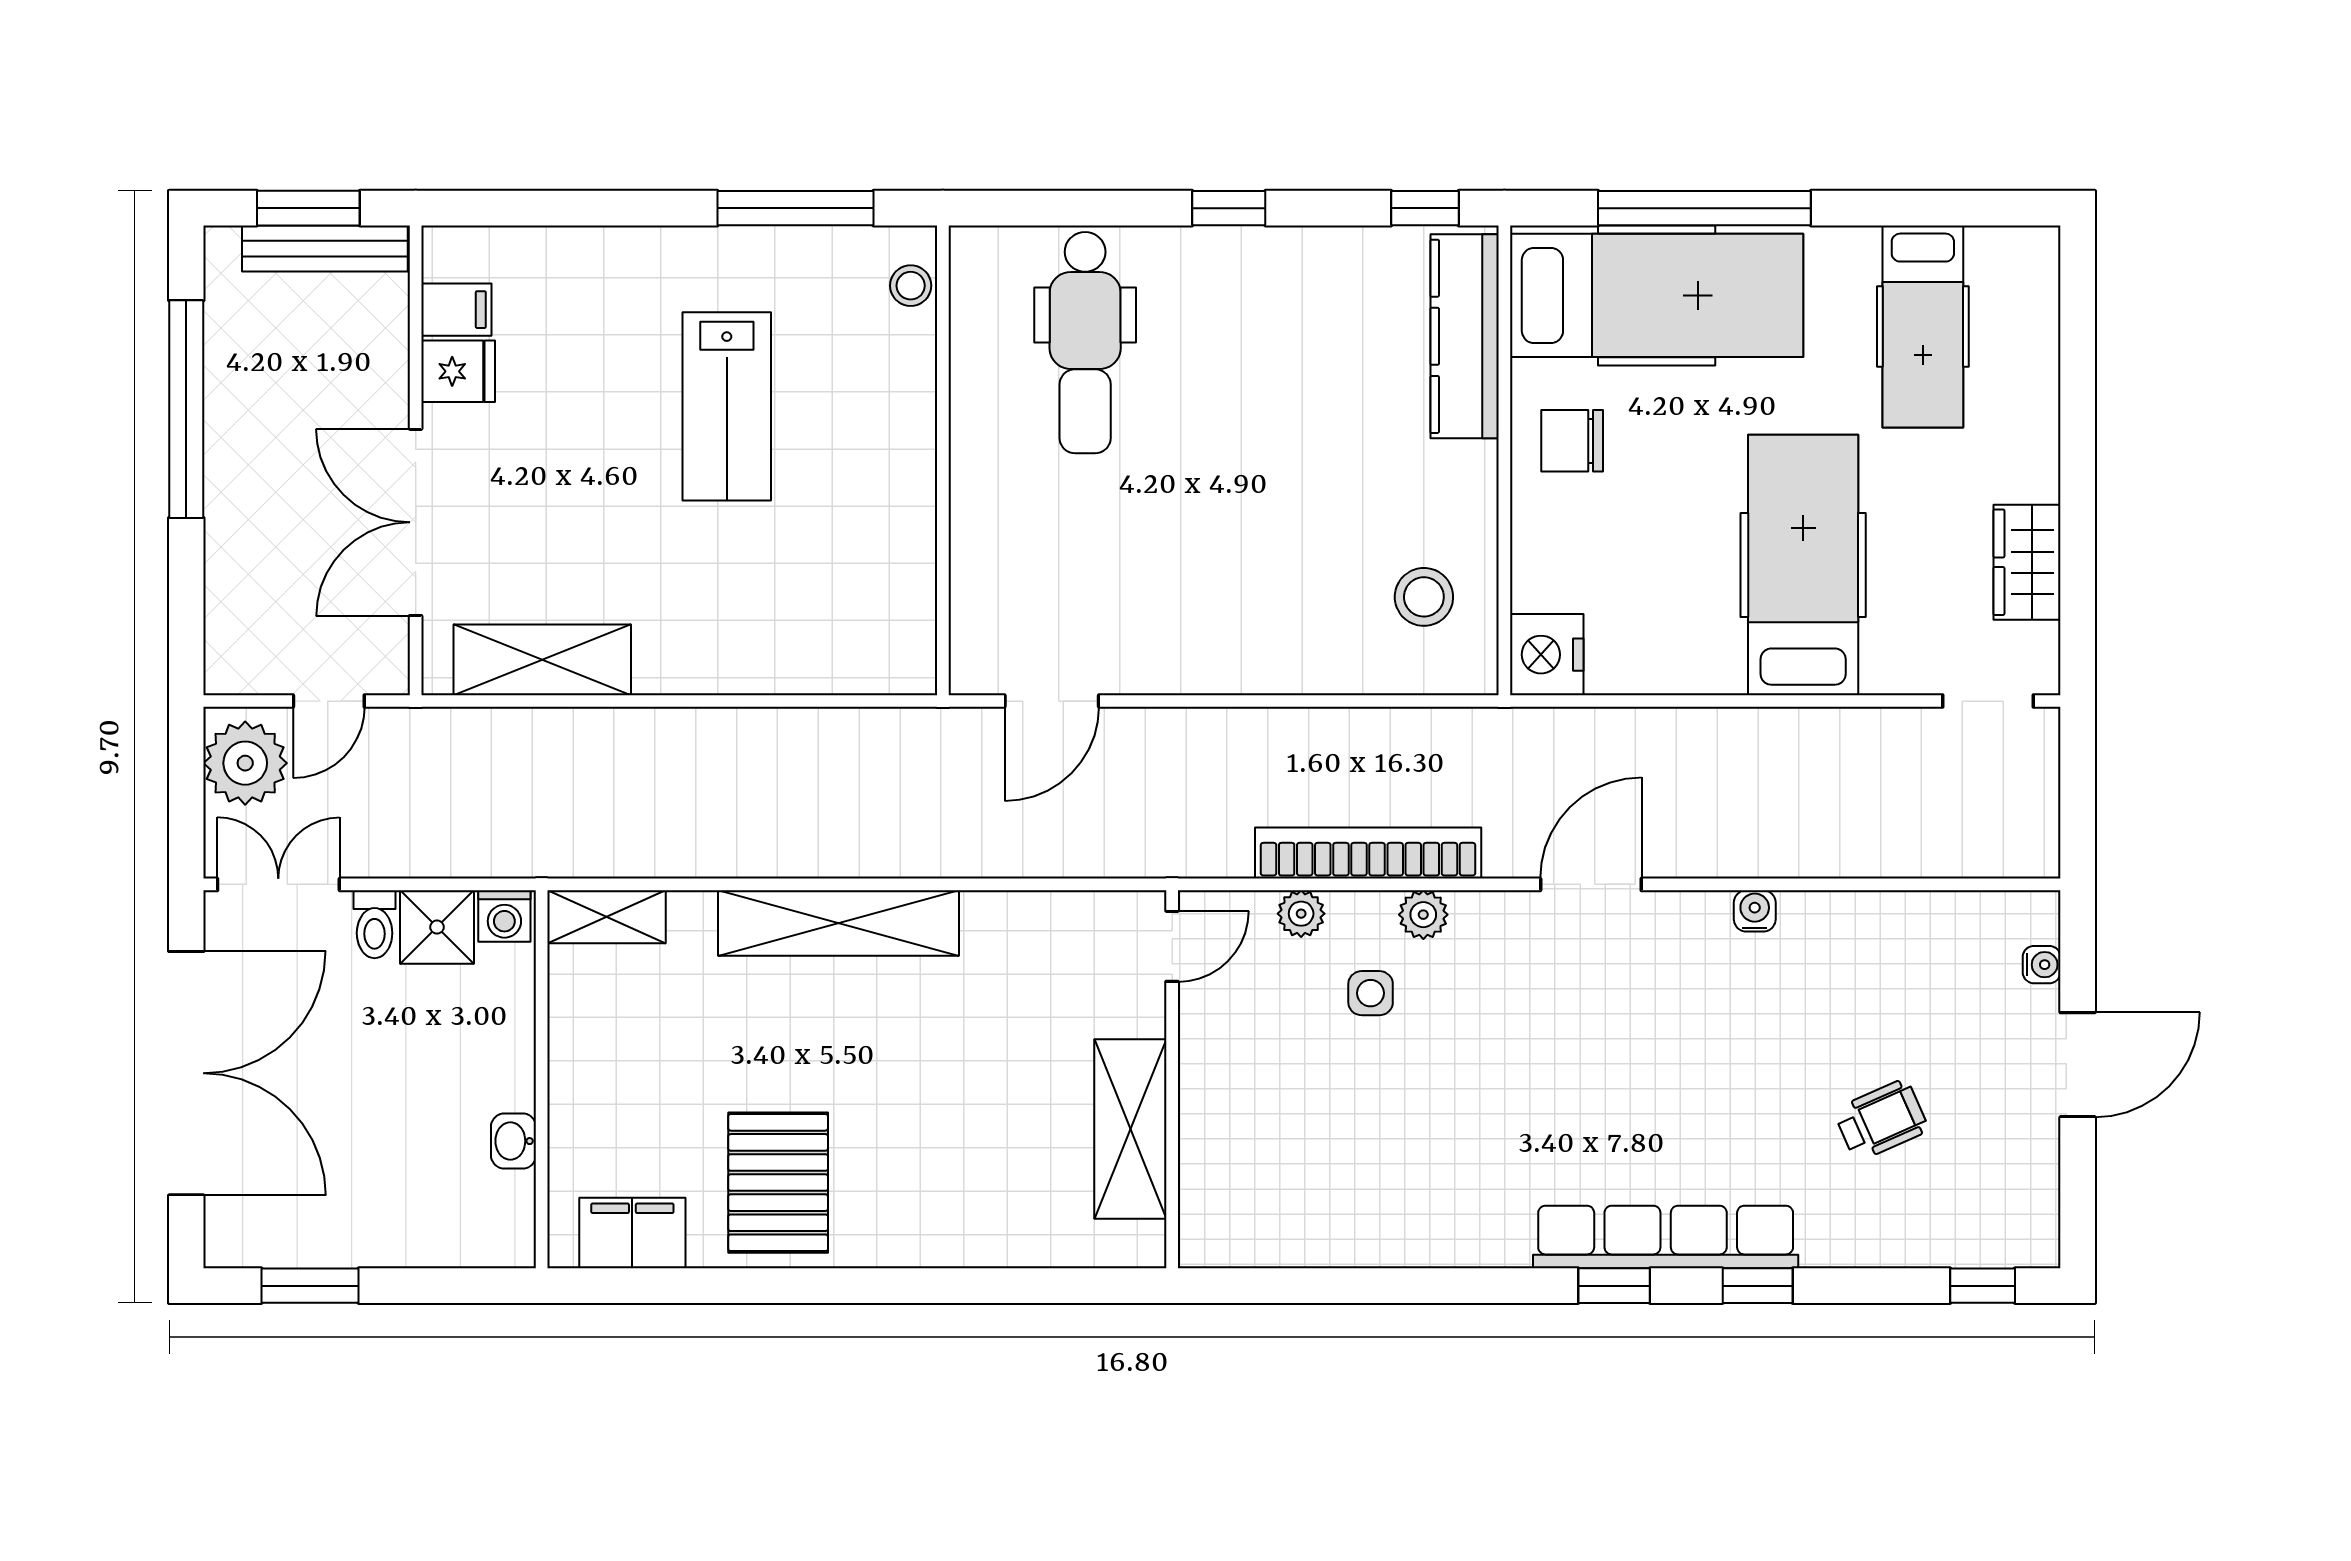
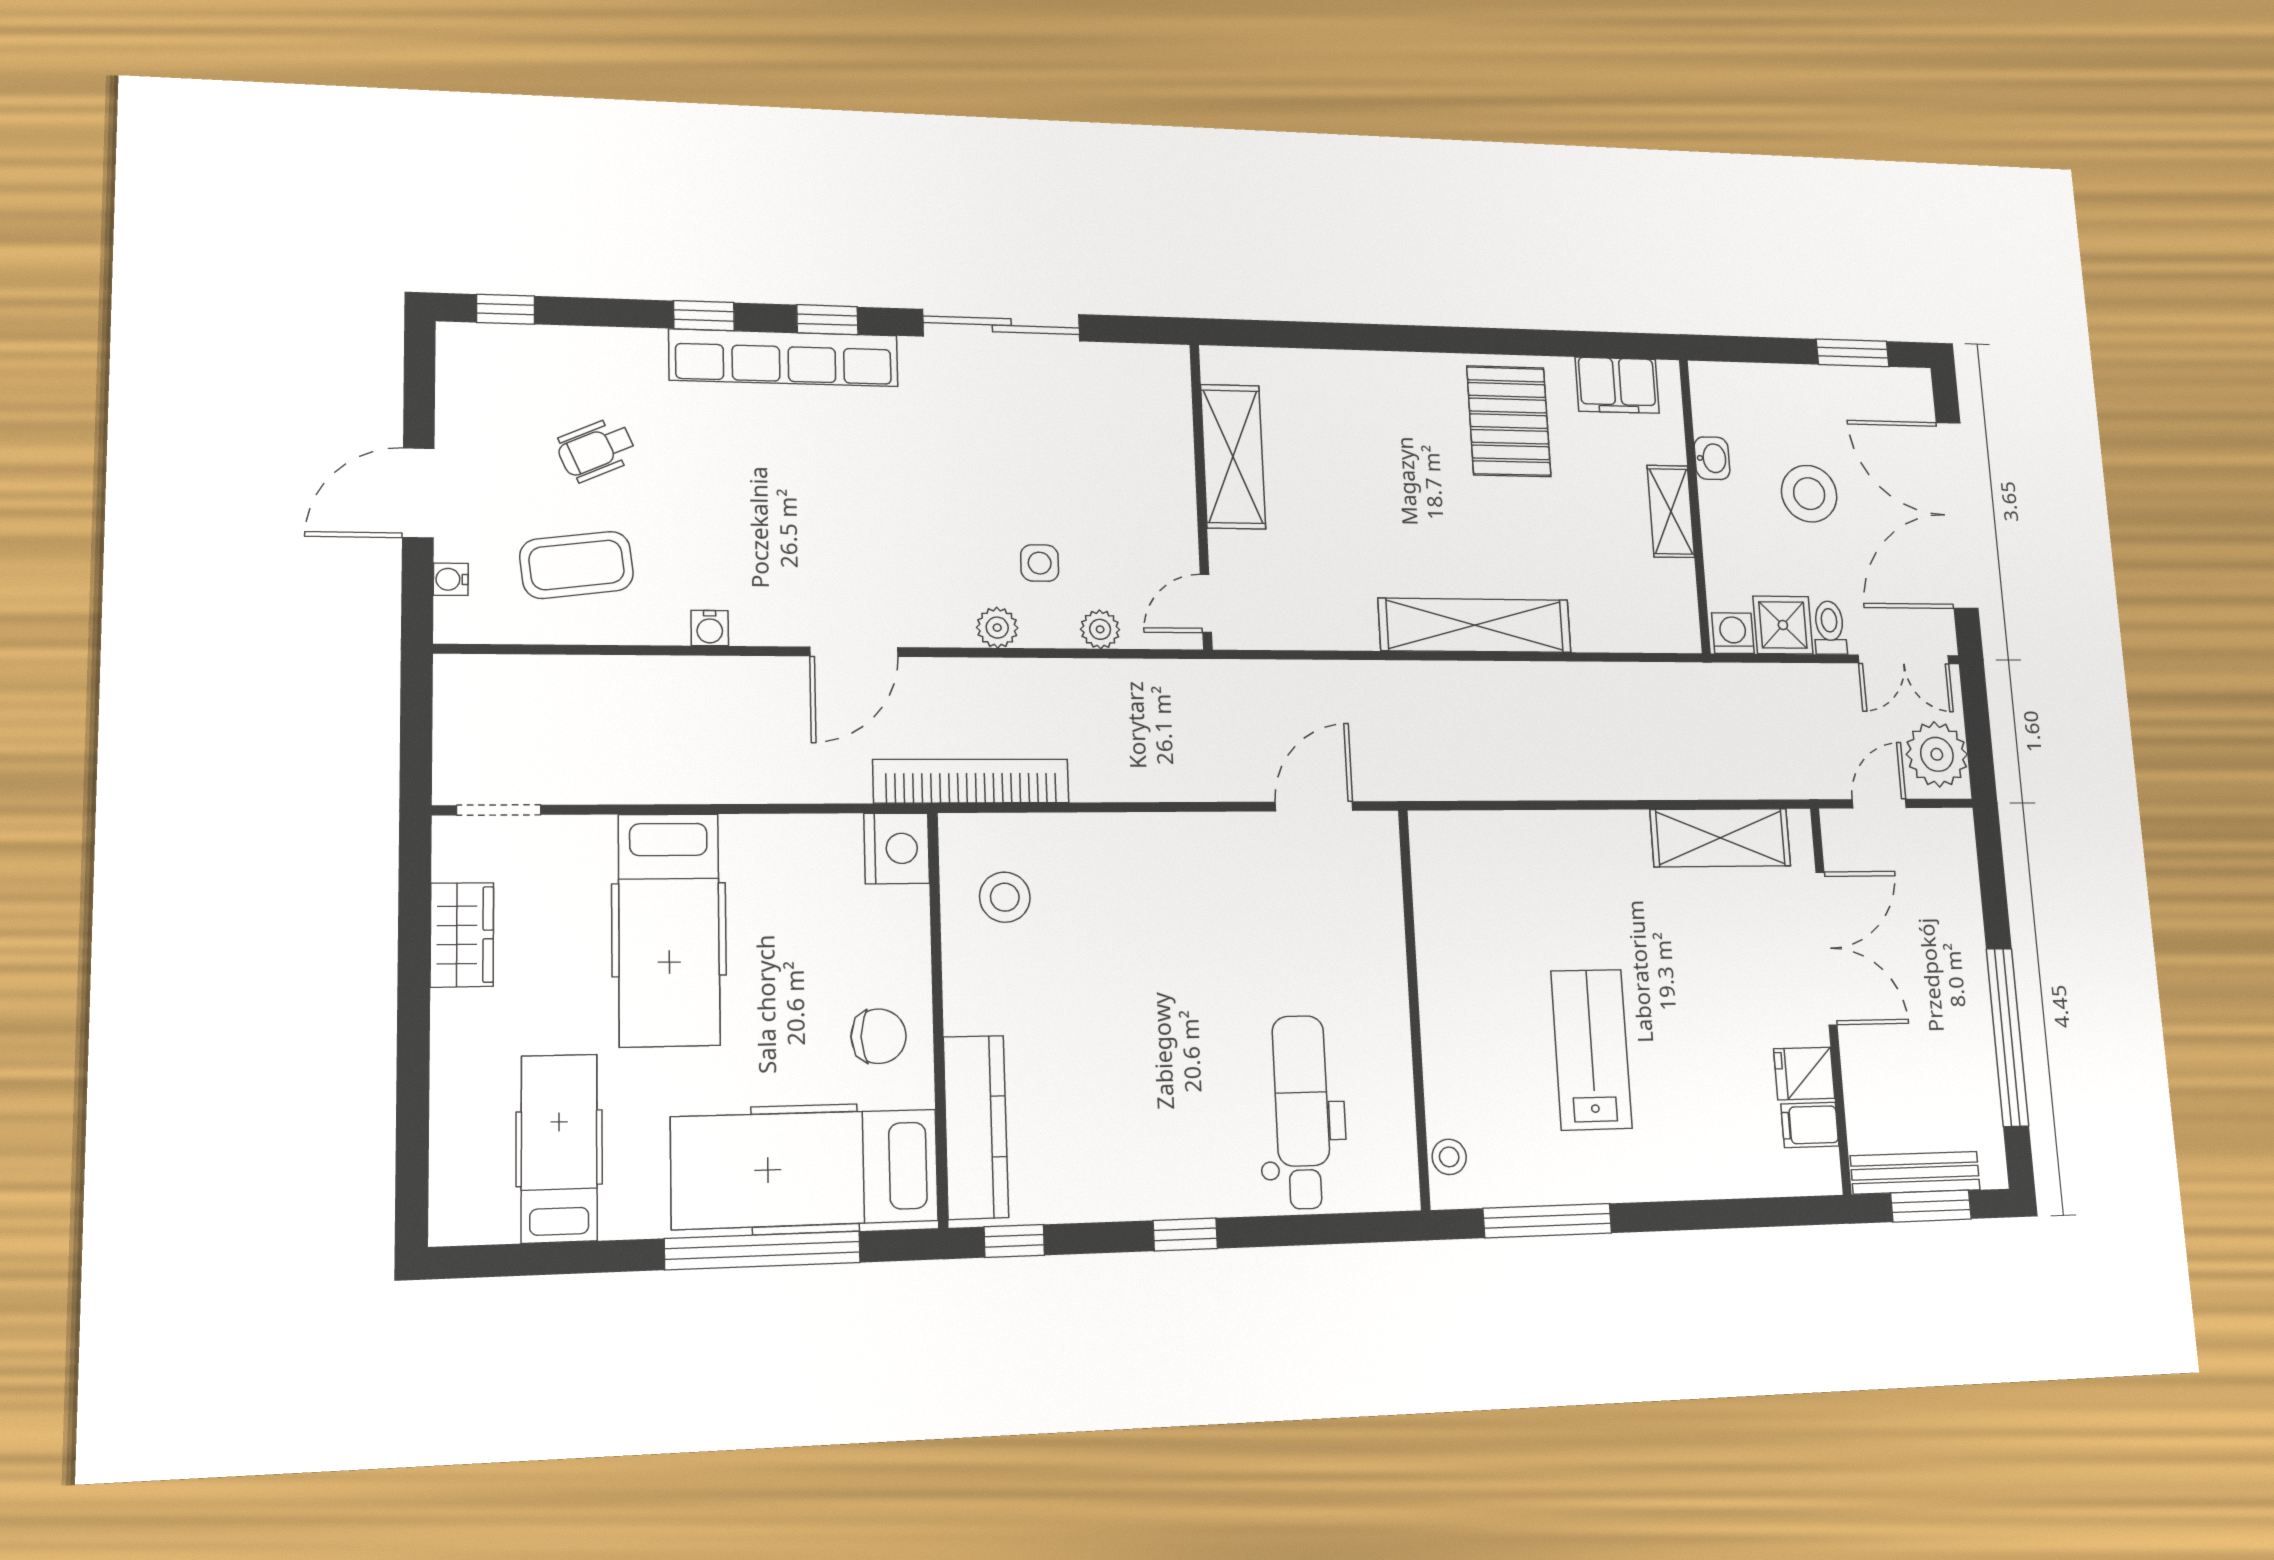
bookcase: (1368, 853) -> (971, 781), moved, turned 180
shelving: (606, 917) -> (1671, 511), moved, turned 90
coffee table: (1903, 983) -> (577, 565), added
stool: (387, 1098) -> (1809, 494), added
sliding door: (1407, 1286) -> (1002, 325), added

